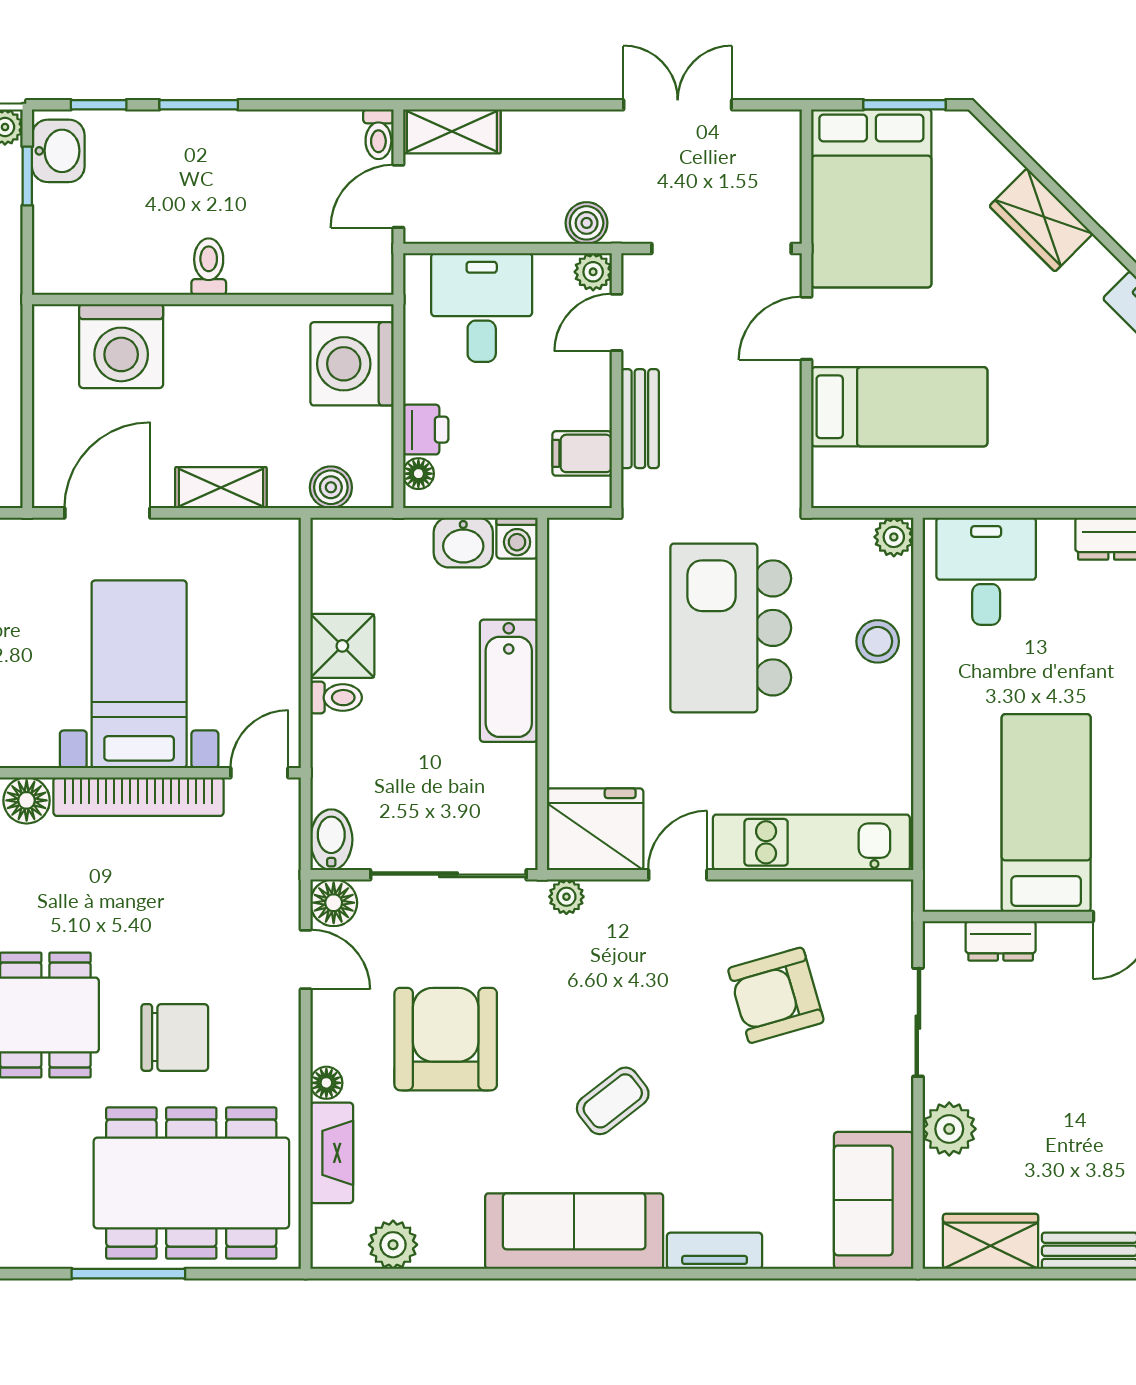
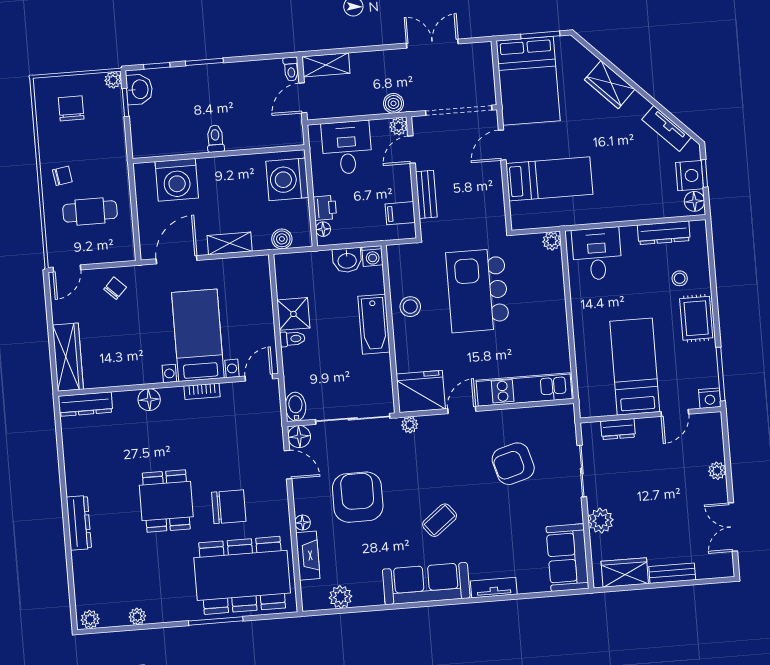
stool: (878, 641) -> (410, 307), moved
bookcase: (138, 797) -> (202, 391), width x0.43, depth x0.76

